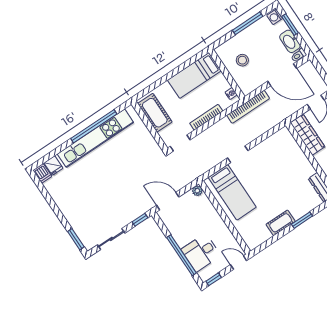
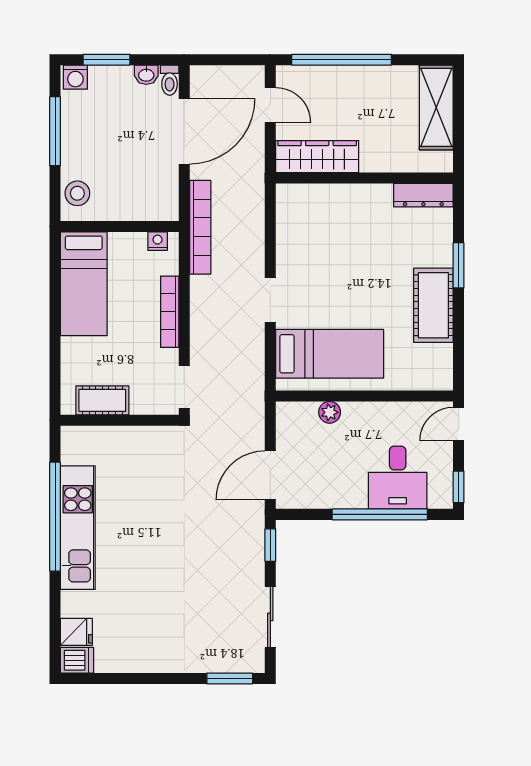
washbasin: (290, 41) -> (146, 75), width x0.52, depth x0.69
stool: (242, 60) -> (77, 193), moved
cot: (155, 113) -> (102, 400), width x0.73, depth x0.75
kitchen unit: (95, 138) -> (78, 528), width x0.73
plant: (197, 191) -> (330, 412), moved
cot: (281, 223) -> (433, 305), width x1.37, depth x1.34

